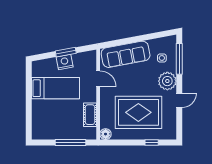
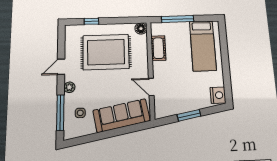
nightstand: (65, 62) -> (218, 95), moved, turned -79
plant: (167, 81) -> (69, 87), width x0.53, depth x0.53
bed: (56, 88) -> (203, 46), moved, turned -90

